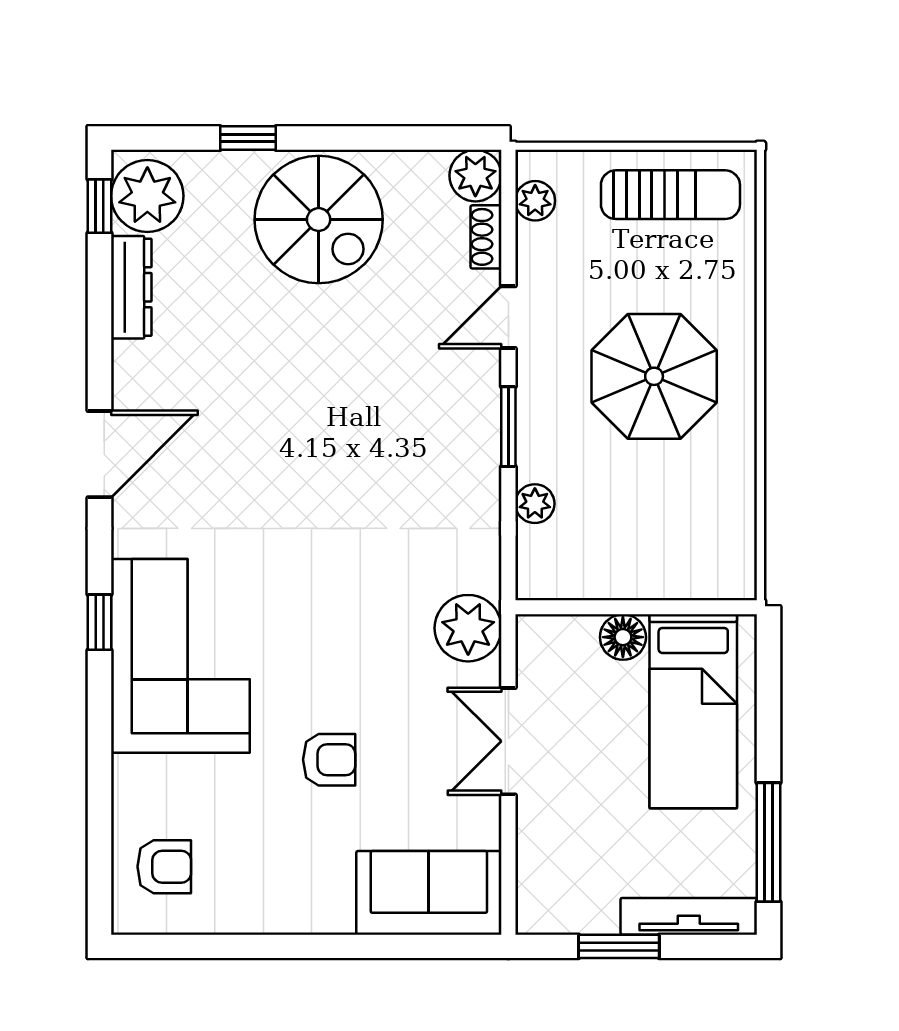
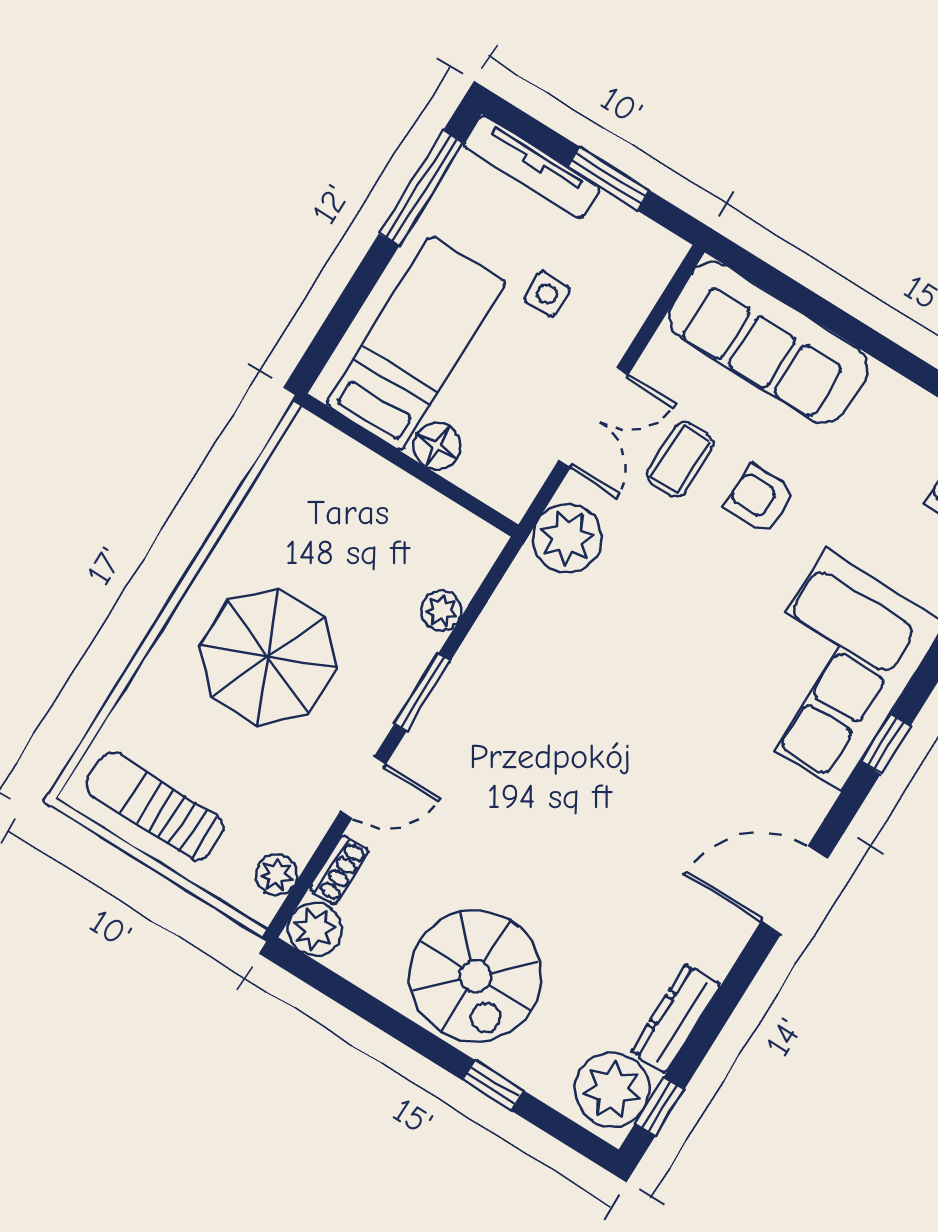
spiral stairs: (319, 220) -> (476, 976), turned 180
coffee table: (415, 751) -> (680, 459), added
side table: (610, 819) -> (547, 294), added
sofa: (429, 893) -> (768, 343), width x1.36

